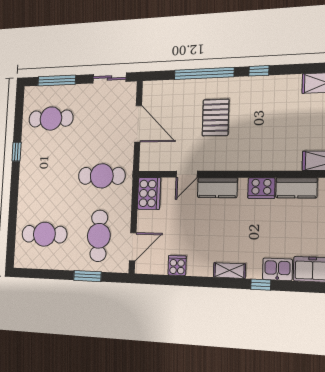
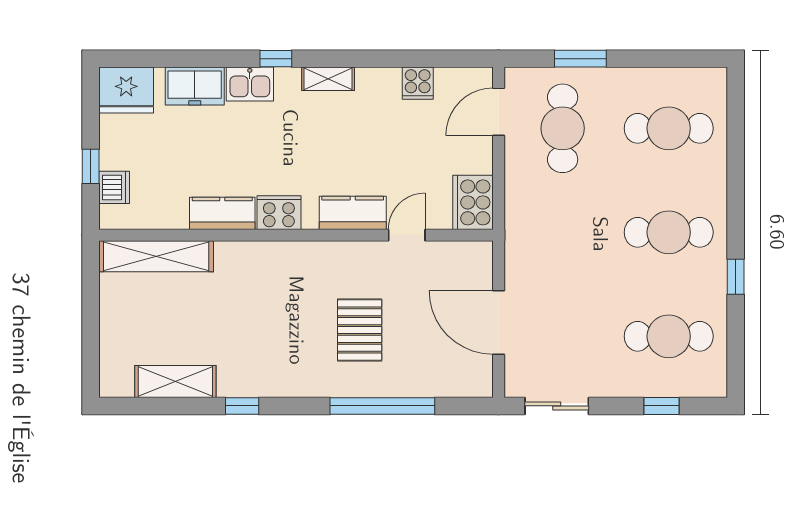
window: (259, 71) -> (242, 406), moved
window: (57, 80) -> (661, 406), width x0.46
cafe table: (102, 176) -> (669, 232), moved

